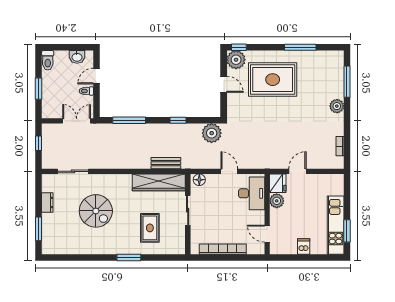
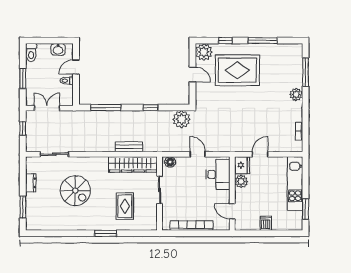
window: (239, 47) -> (225, 41), moved
double door: (77, 121) -> (47, 108), moved
bench: (166, 163) -> (129, 147), moved
kitchen unit: (336, 225) -> (295, 183), moved

